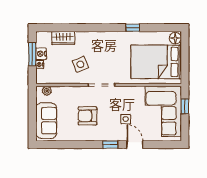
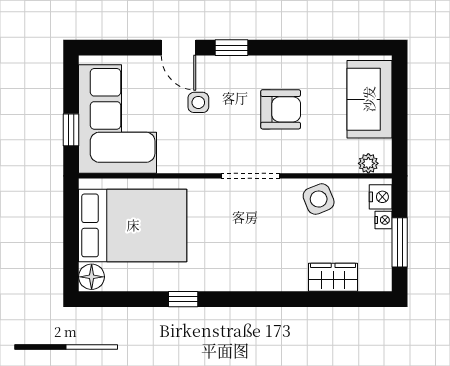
nightstand: (41, 54) -> (381, 197), moved
side table: (80, 64) -> (319, 199), moved

